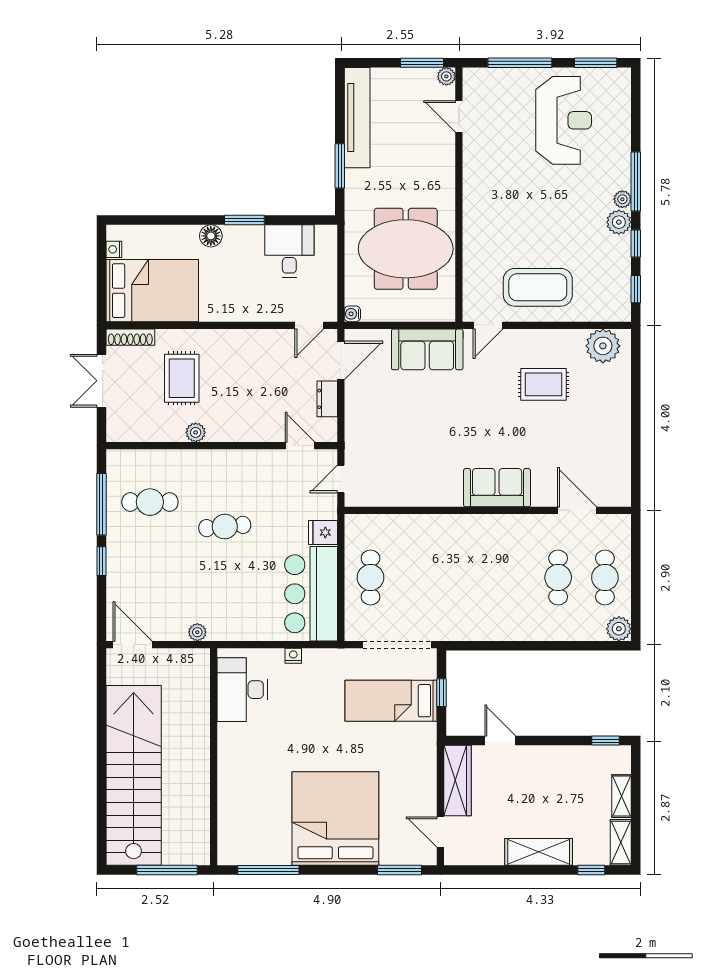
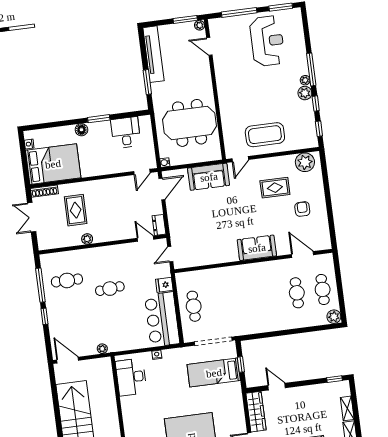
dresser: (327, 399) -> (159, 225), moved
armchair: (587, 429) -> (302, 209), added

